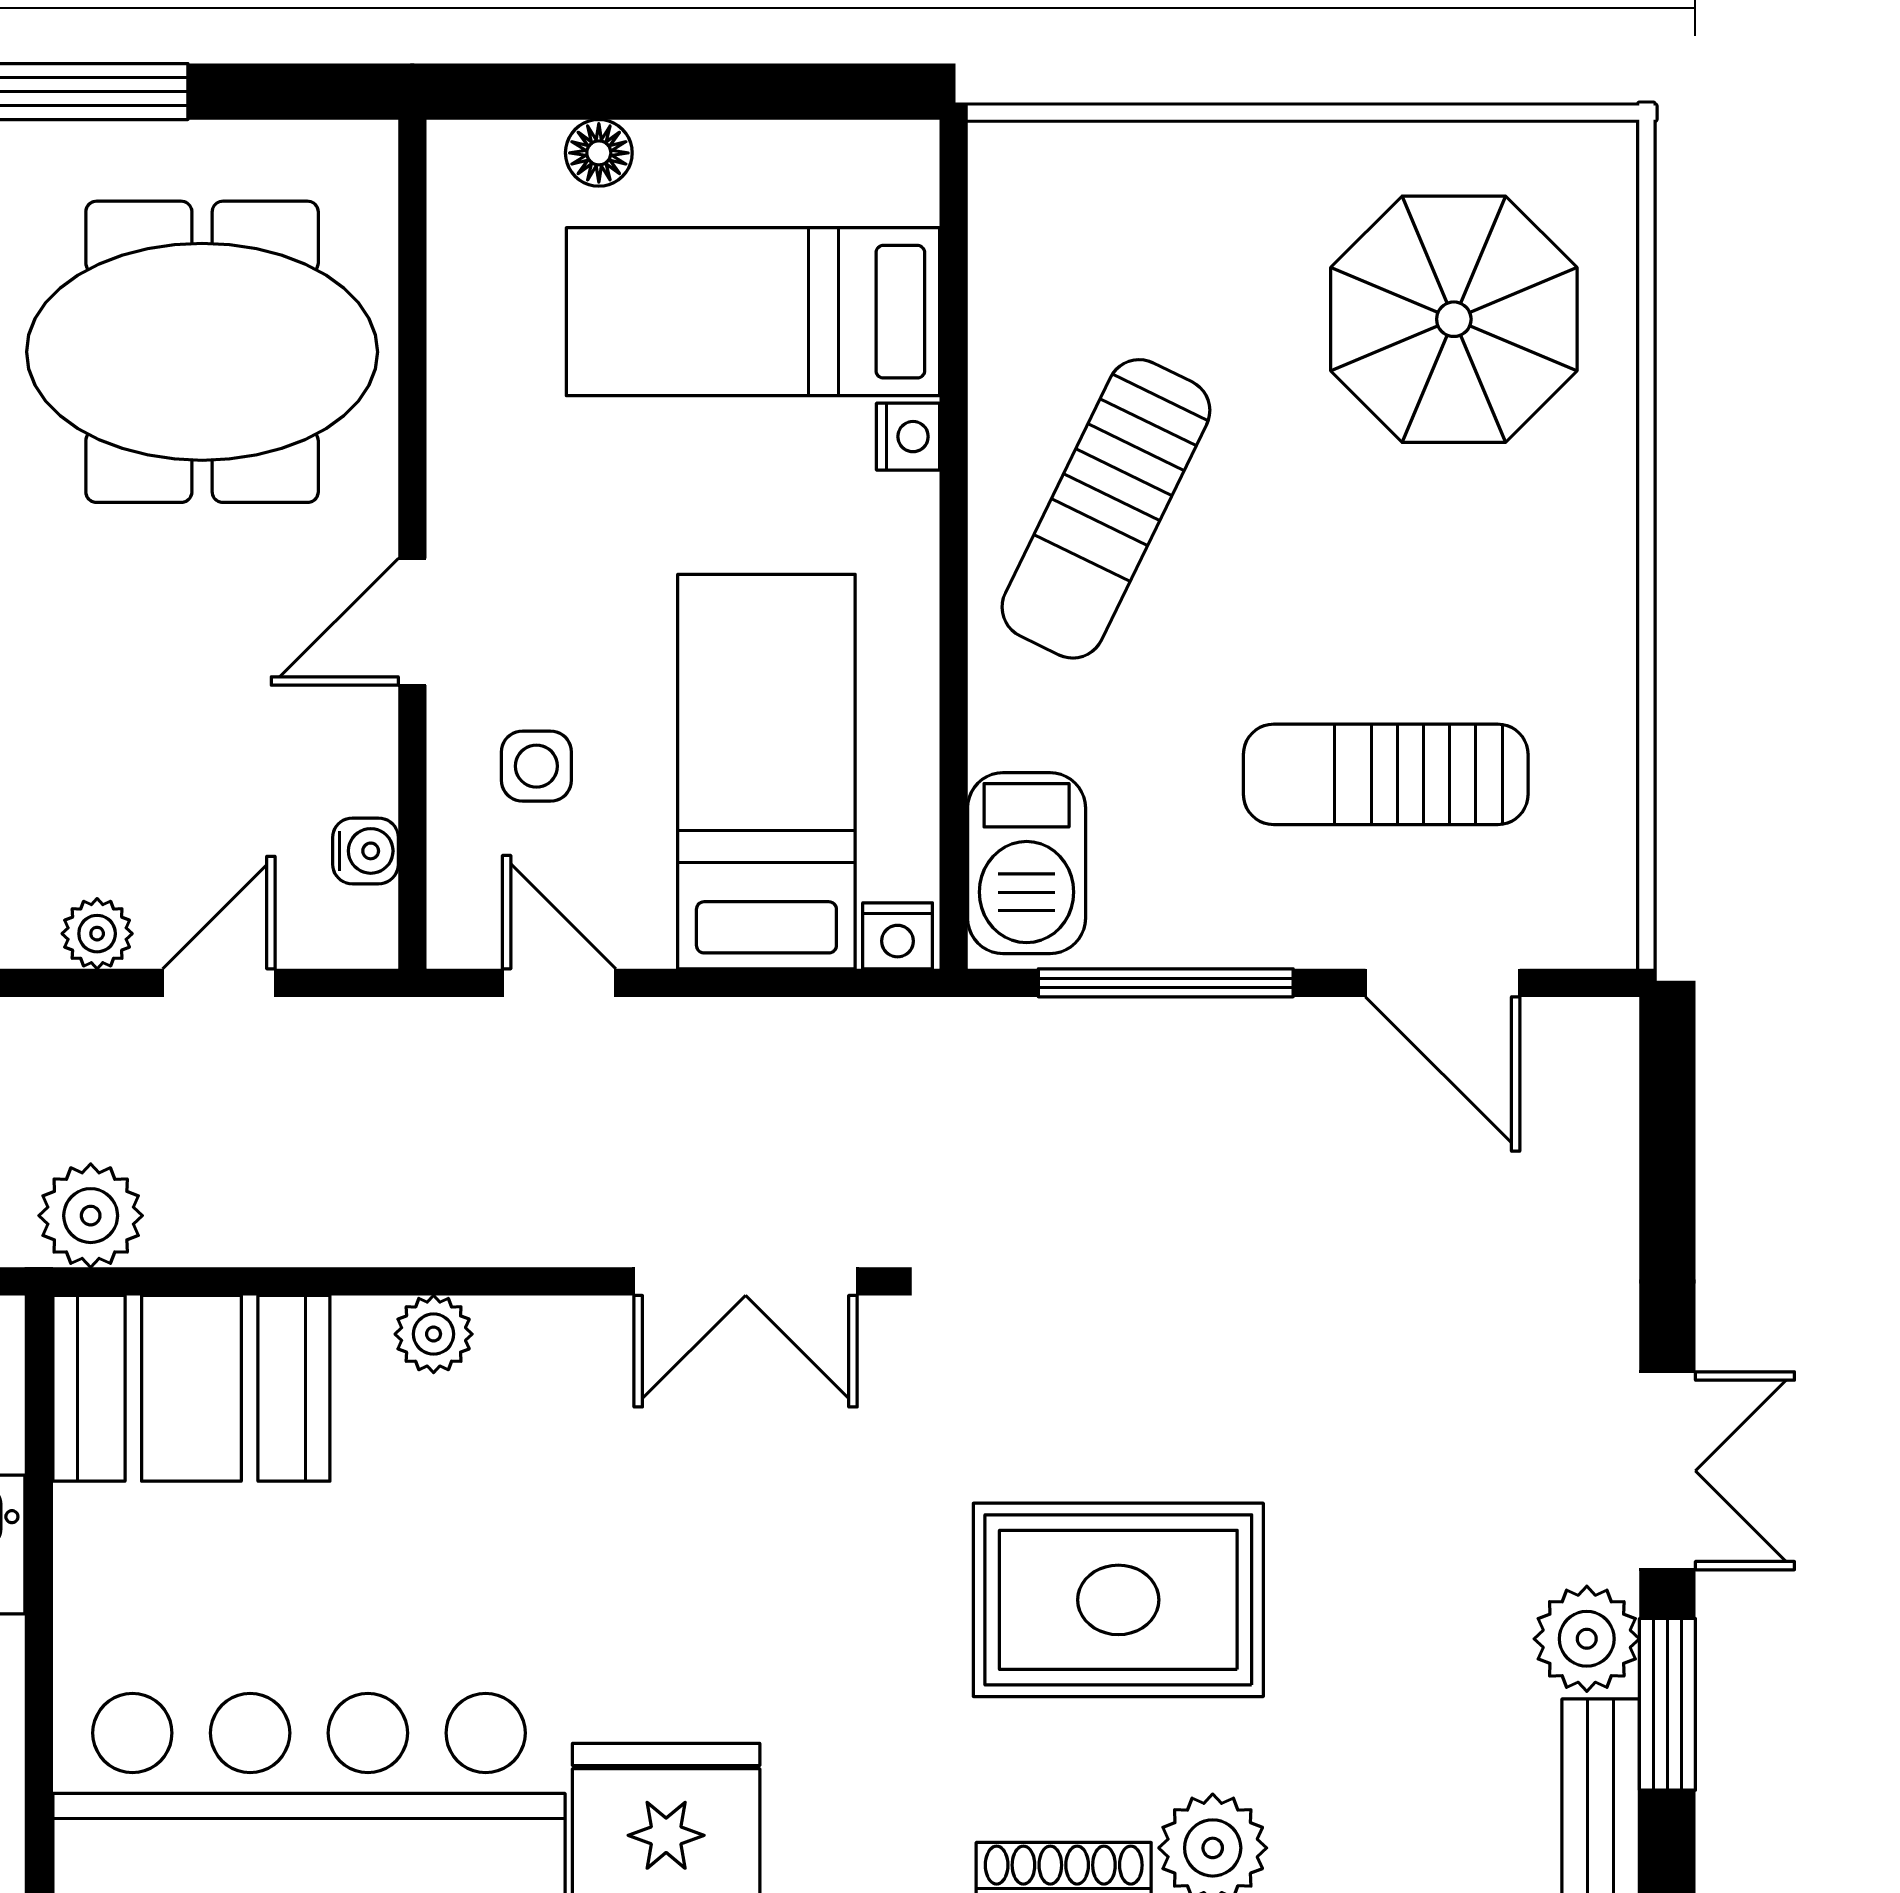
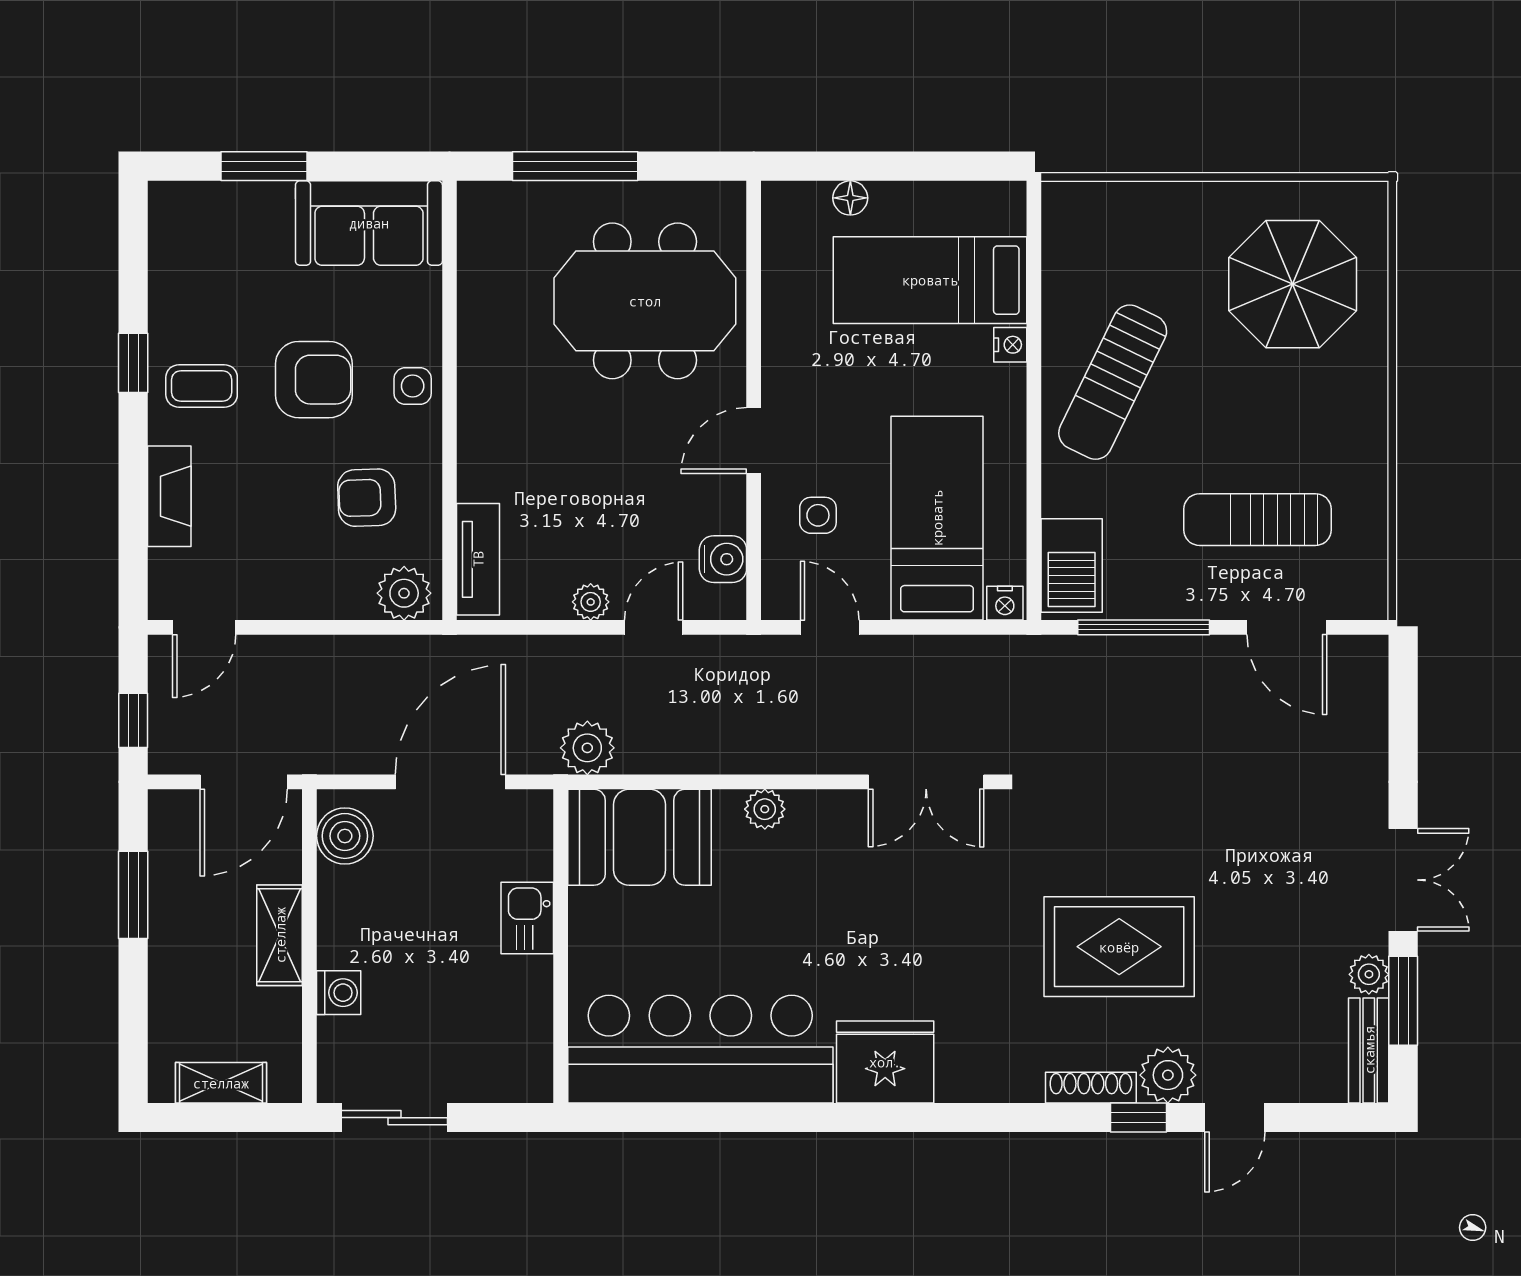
water cooler: (365, 851) -> (723, 559), width x1.38, depth x1.38
plant: (1587, 1639) -> (1369, 974), width x0.73, depth x0.73

